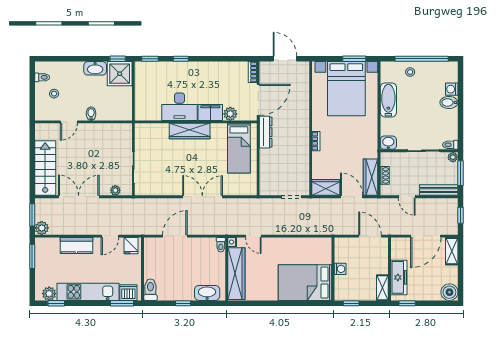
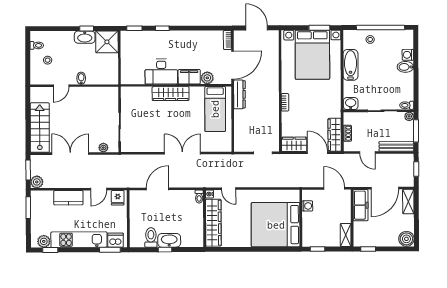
window: (118, 59) -> (87, 29), moved
washing machine: (340, 269) -> (307, 206), moved
freezer: (399, 277) -> (361, 205), moved
bed: (305, 283) -> (276, 225), width x1.36
toilet: (150, 290) -> (151, 237), moved
washbasin: (207, 293) -> (169, 240), moved

